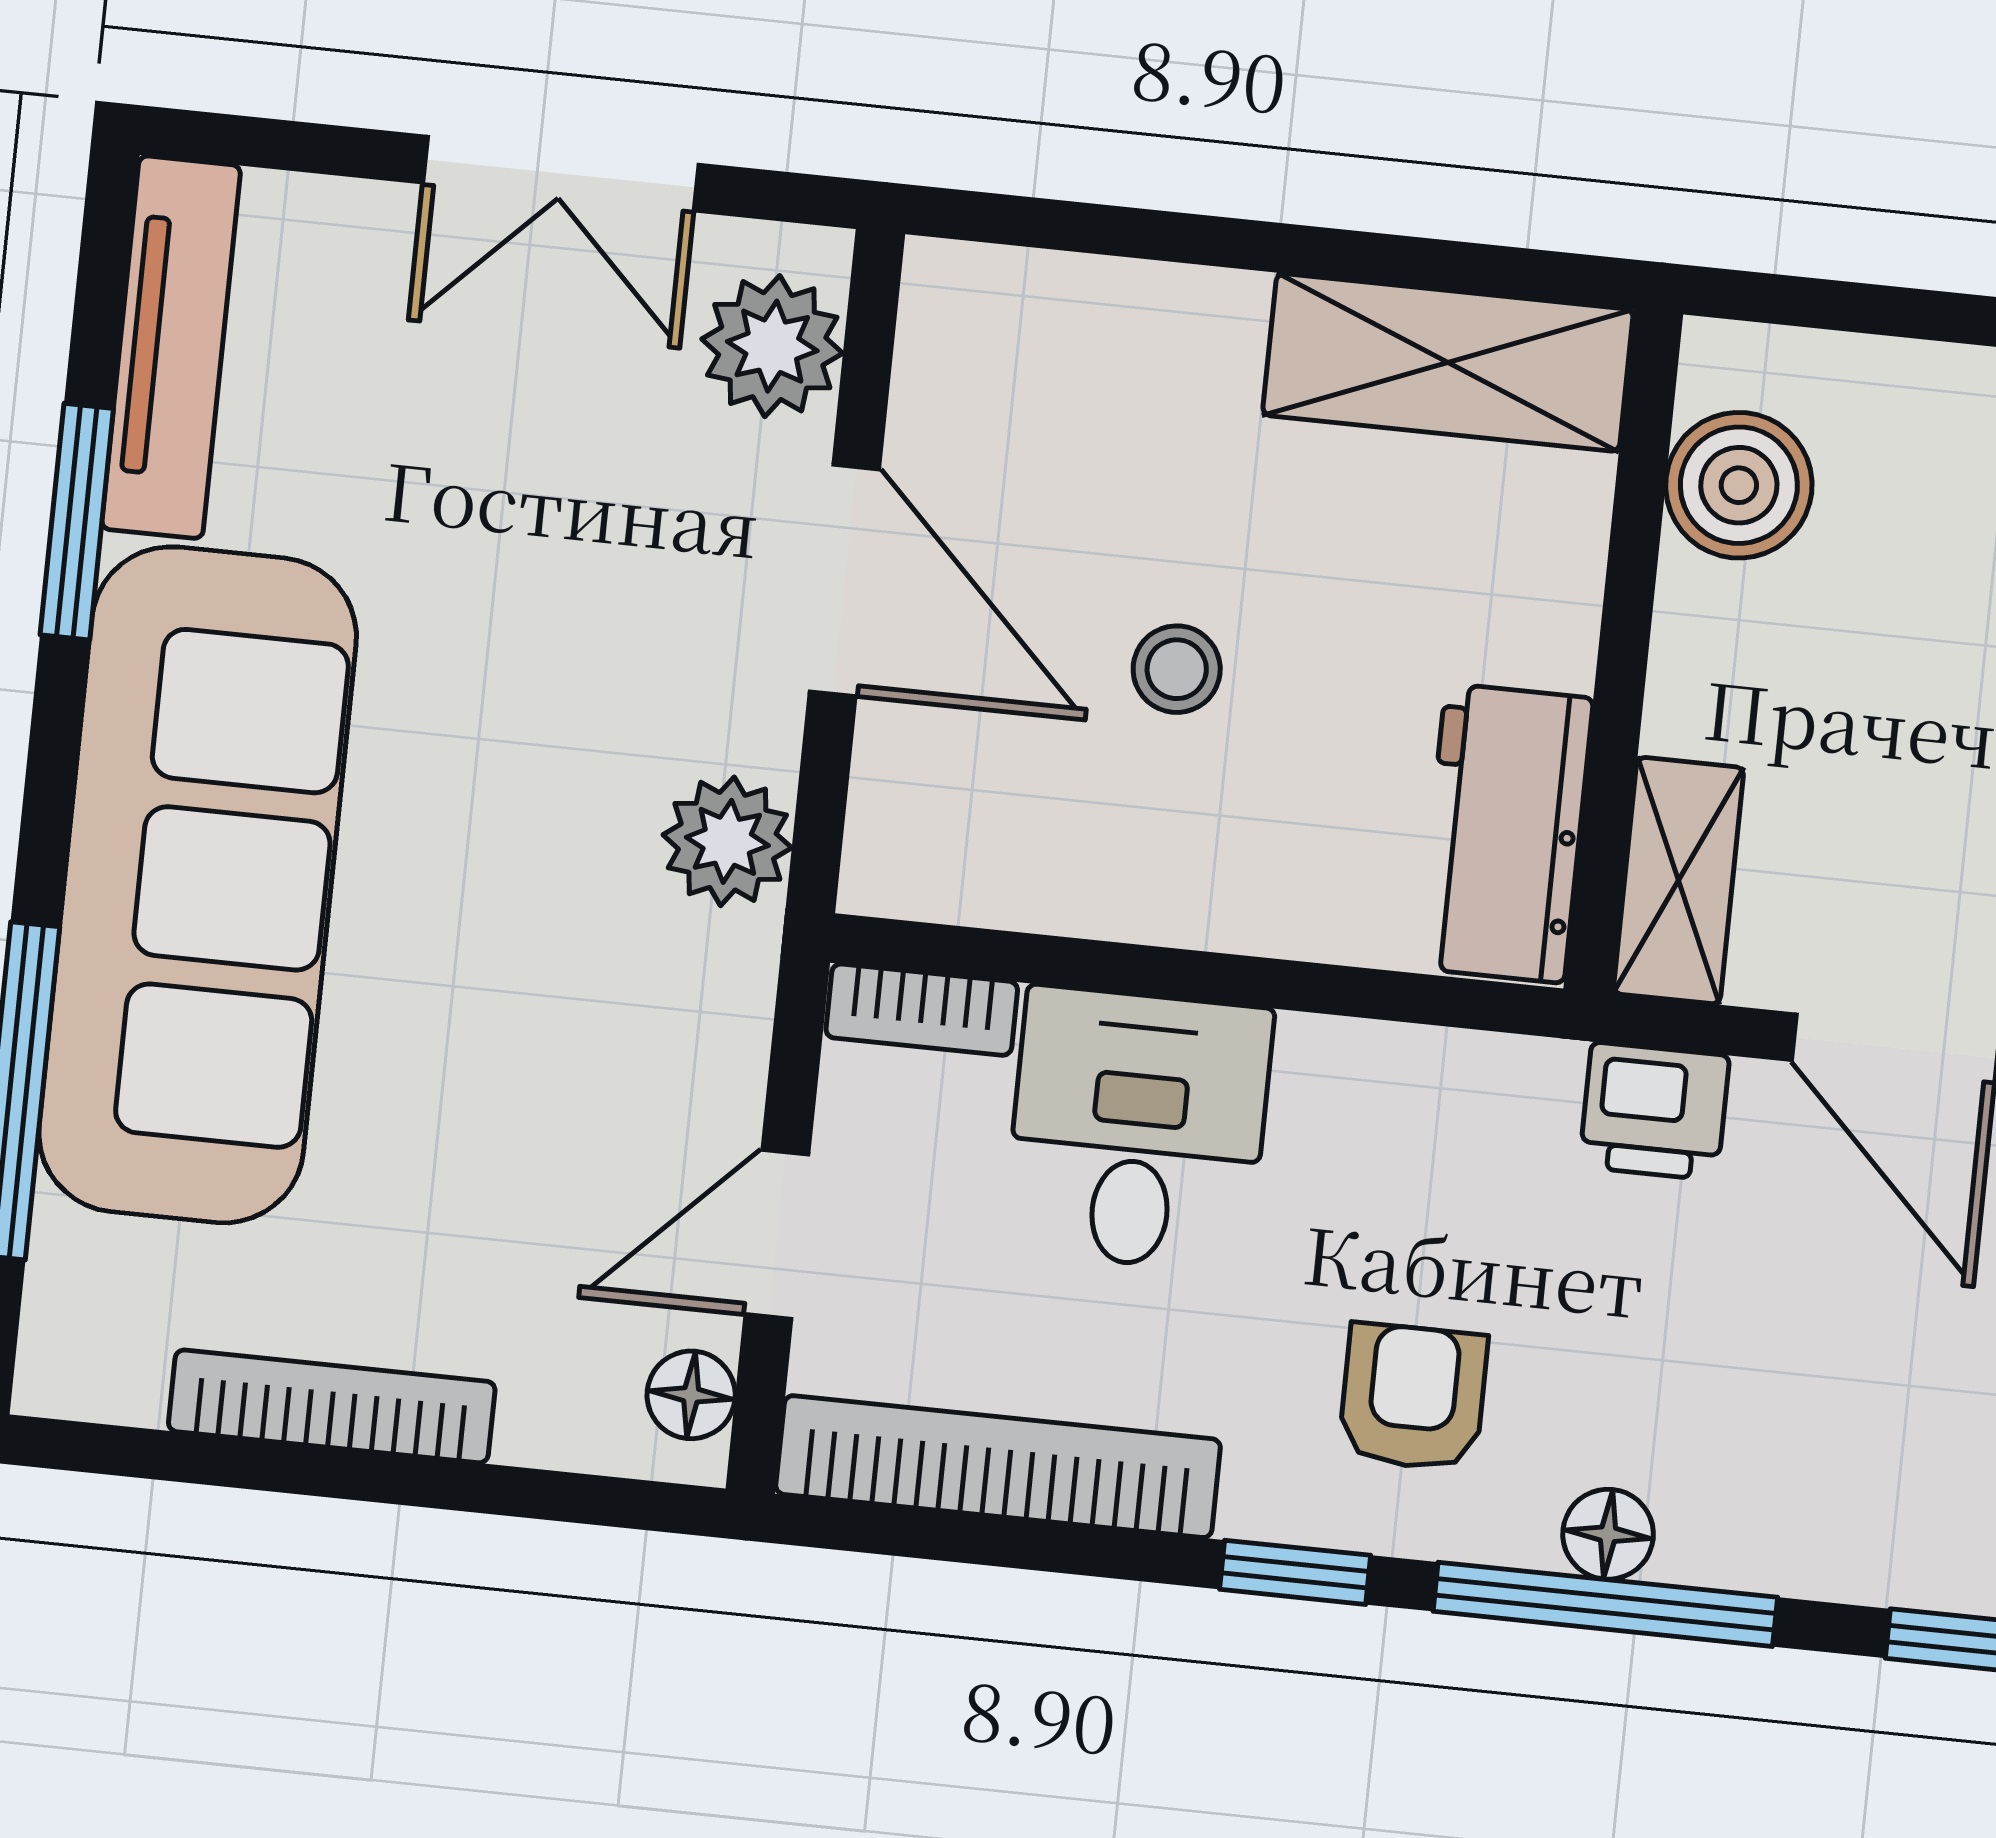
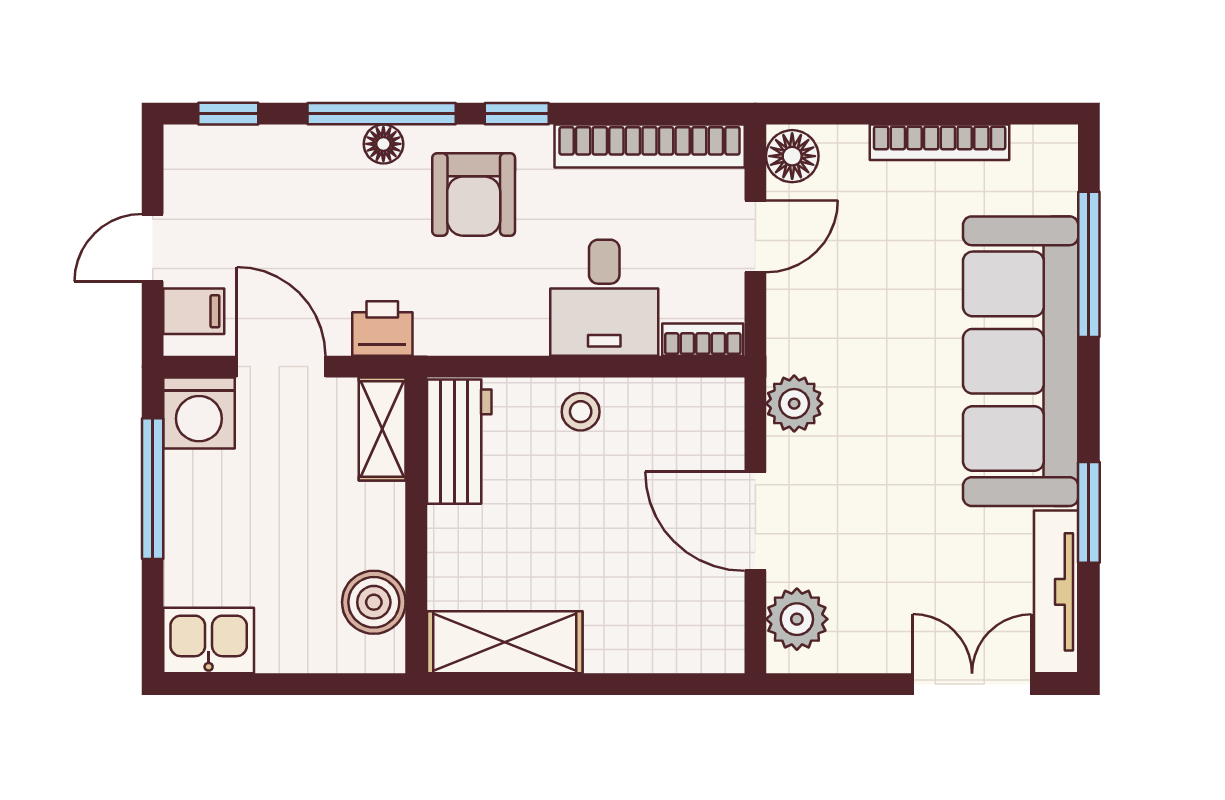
double door: (561, 174) -> (972, 684), moved
stool: (1177, 669) -> (581, 412), moved
floor lamp: (691, 1395) -> (792, 156), width x1.37, depth x1.37
armchair: (1413, 1397) -> (474, 194), width x1.38, depth x1.38

